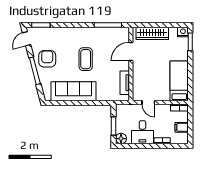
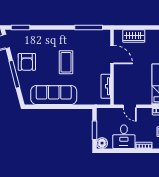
wardrobe: (152, 33) -> (134, 36), width x0.67
door: (131, 52) -> (112, 54), swing flipped
armchair: (47, 59) -> (27, 62), turned 180

